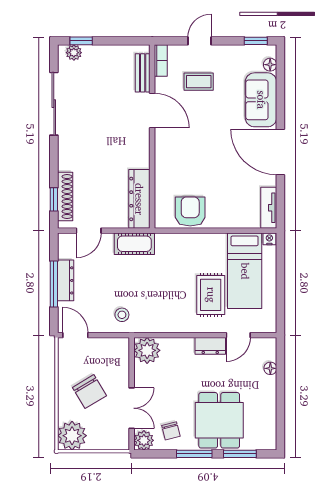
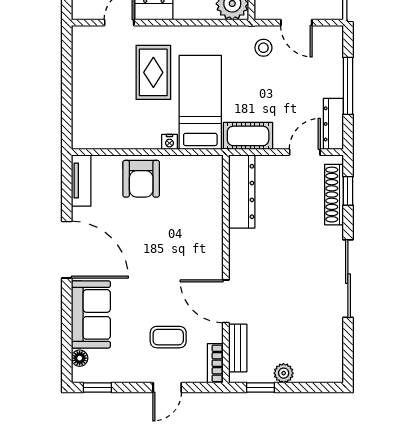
window: (81, 41) -> (261, 388), moved
plant: (74, 53) -> (284, 373), moved
sliding door: (54, 104) -> (348, 279), moved
armchair: (190, 212) -> (141, 179), moved
nightstand: (269, 239) -> (169, 142), moved
bed: (245, 271) -> (200, 102), moved
dresser: (66, 280) -> (333, 124), moved
door: (75, 335) -> (296, 23), moved

